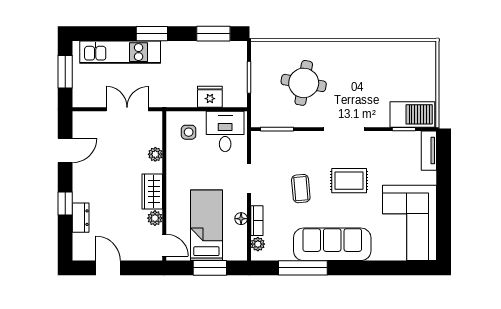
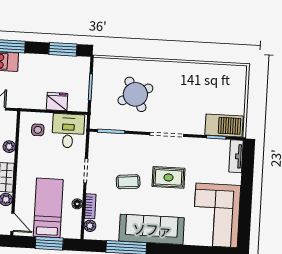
round table: (304, 83) -> (135, 94), turned -38
coffee table: (301, 189) -> (128, 182), turned 90

